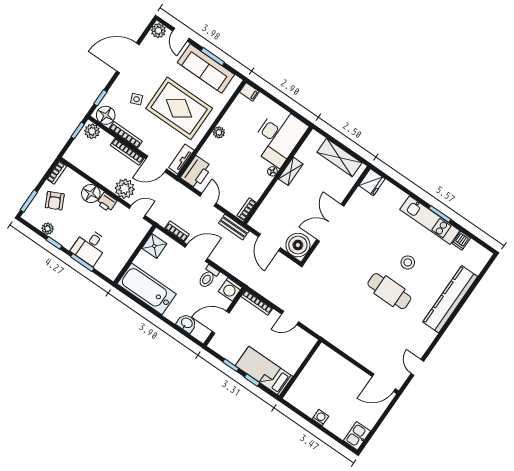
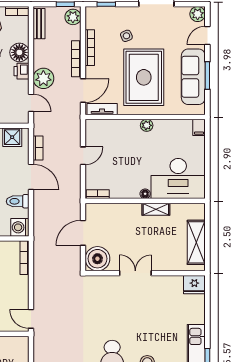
floor lamp: (106, 115) -> (95, 19), removed
door: (156, 164) -> (83, 91), swing flipped
printer: (196, 172) -> (100, 129), removed
double door: (330, 223) -> (135, 273), width x0.73
bench: (234, 227) -> (39, 24), moved
door: (290, 318) -> (31, 319), moved

